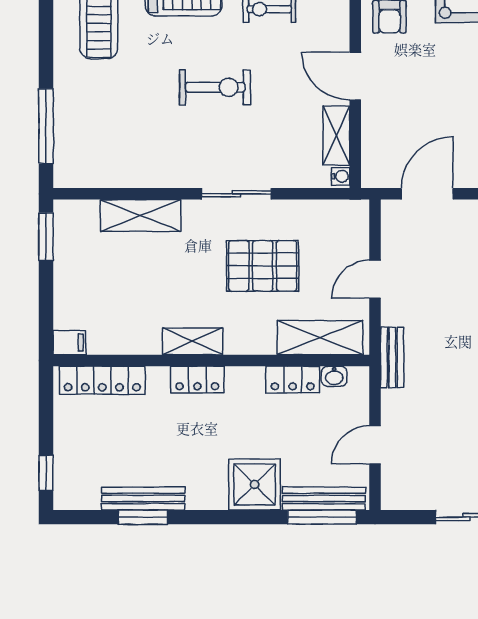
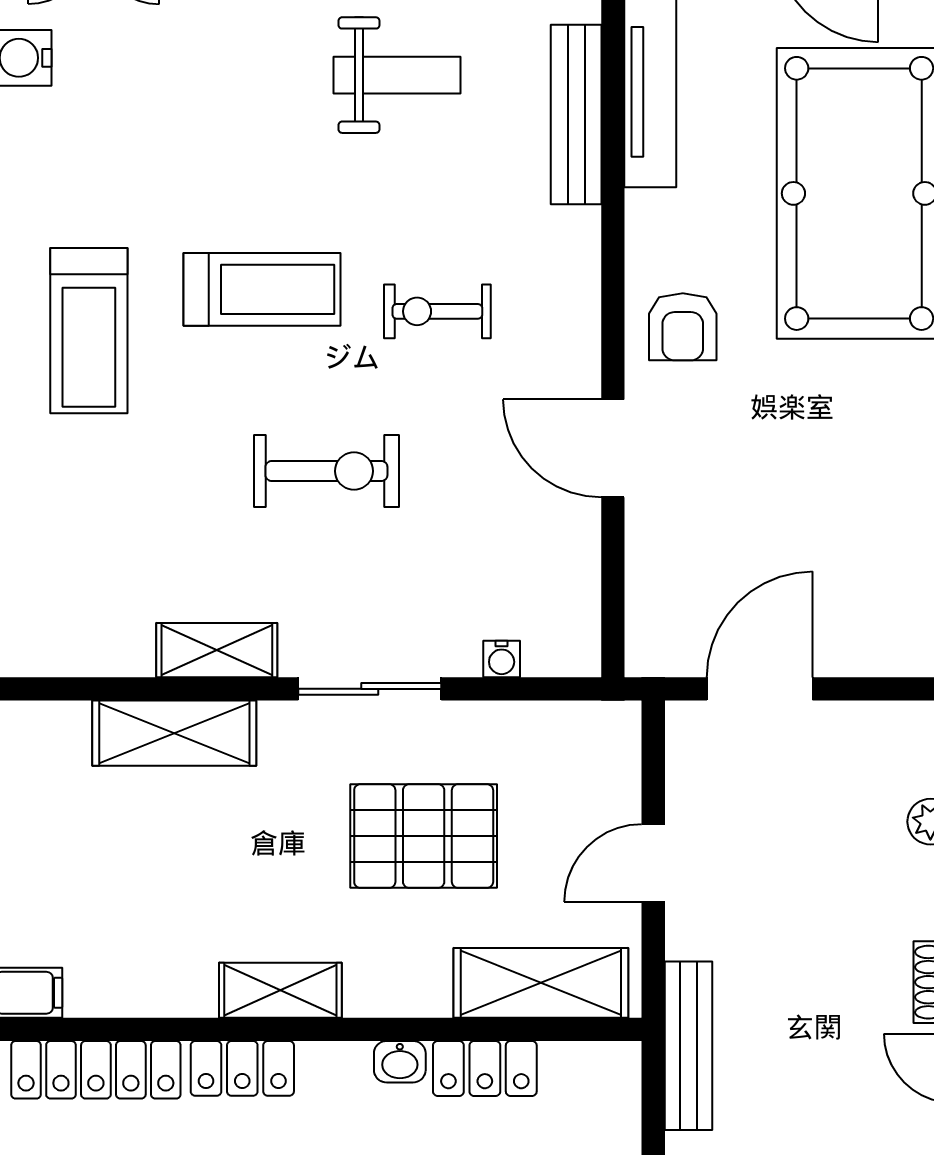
shelving: (336, 136) -> (217, 650), moved, turned 90
water cooler: (341, 176) -> (502, 659), moved, turned 90
bench: (392, 357) -> (688, 1046), width x1.36
washbasin: (334, 376) -> (400, 1062), moved
locker: (197, 380) -> (242, 1068), moved

